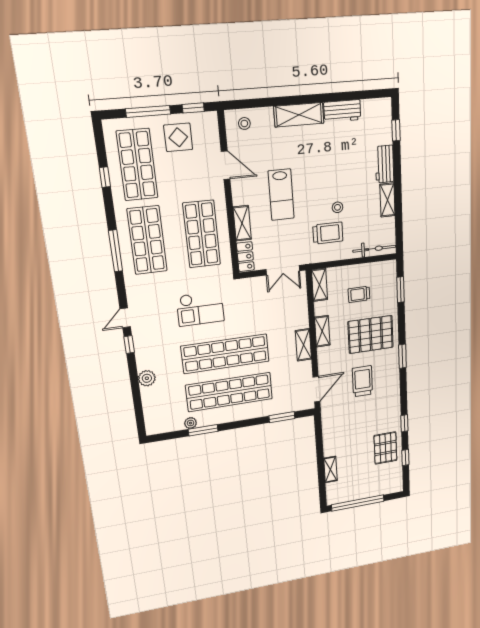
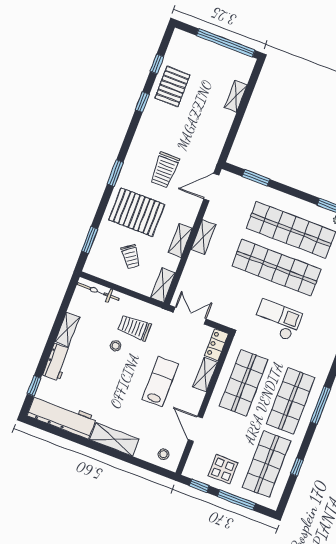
workbench: (342, 111) -> (62, 416), width x1.88, depth x1.32
trolley: (359, 294) -> (131, 257), turned 54

